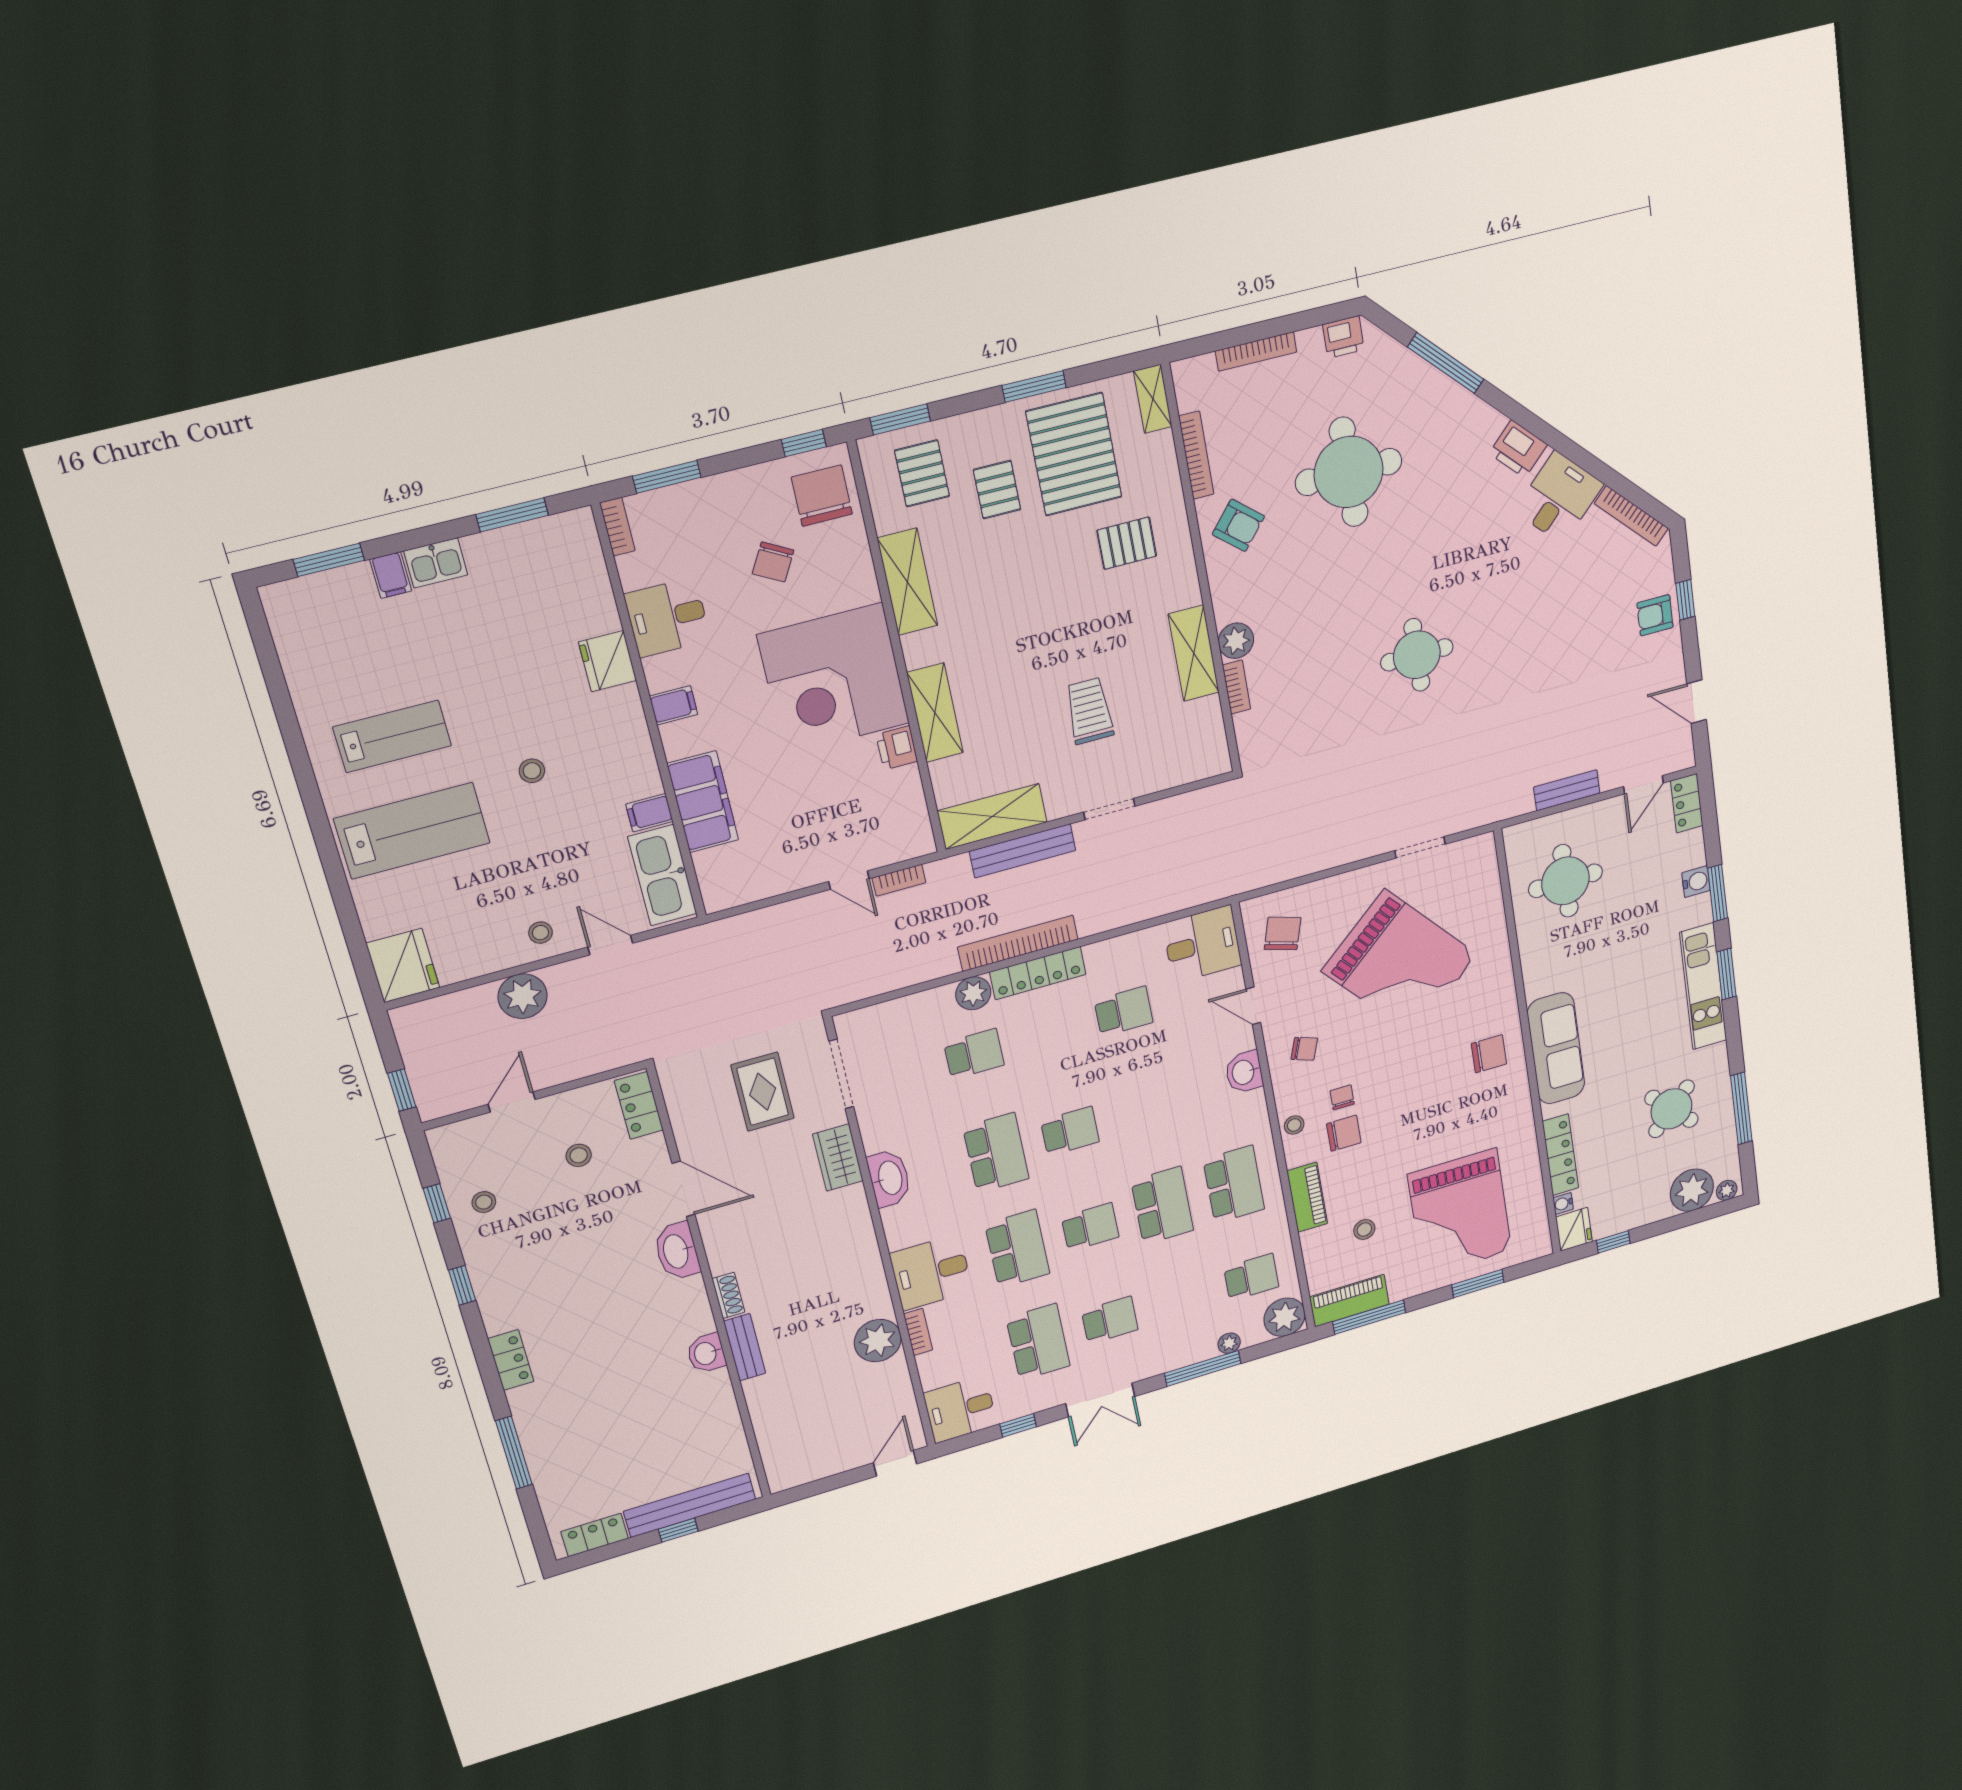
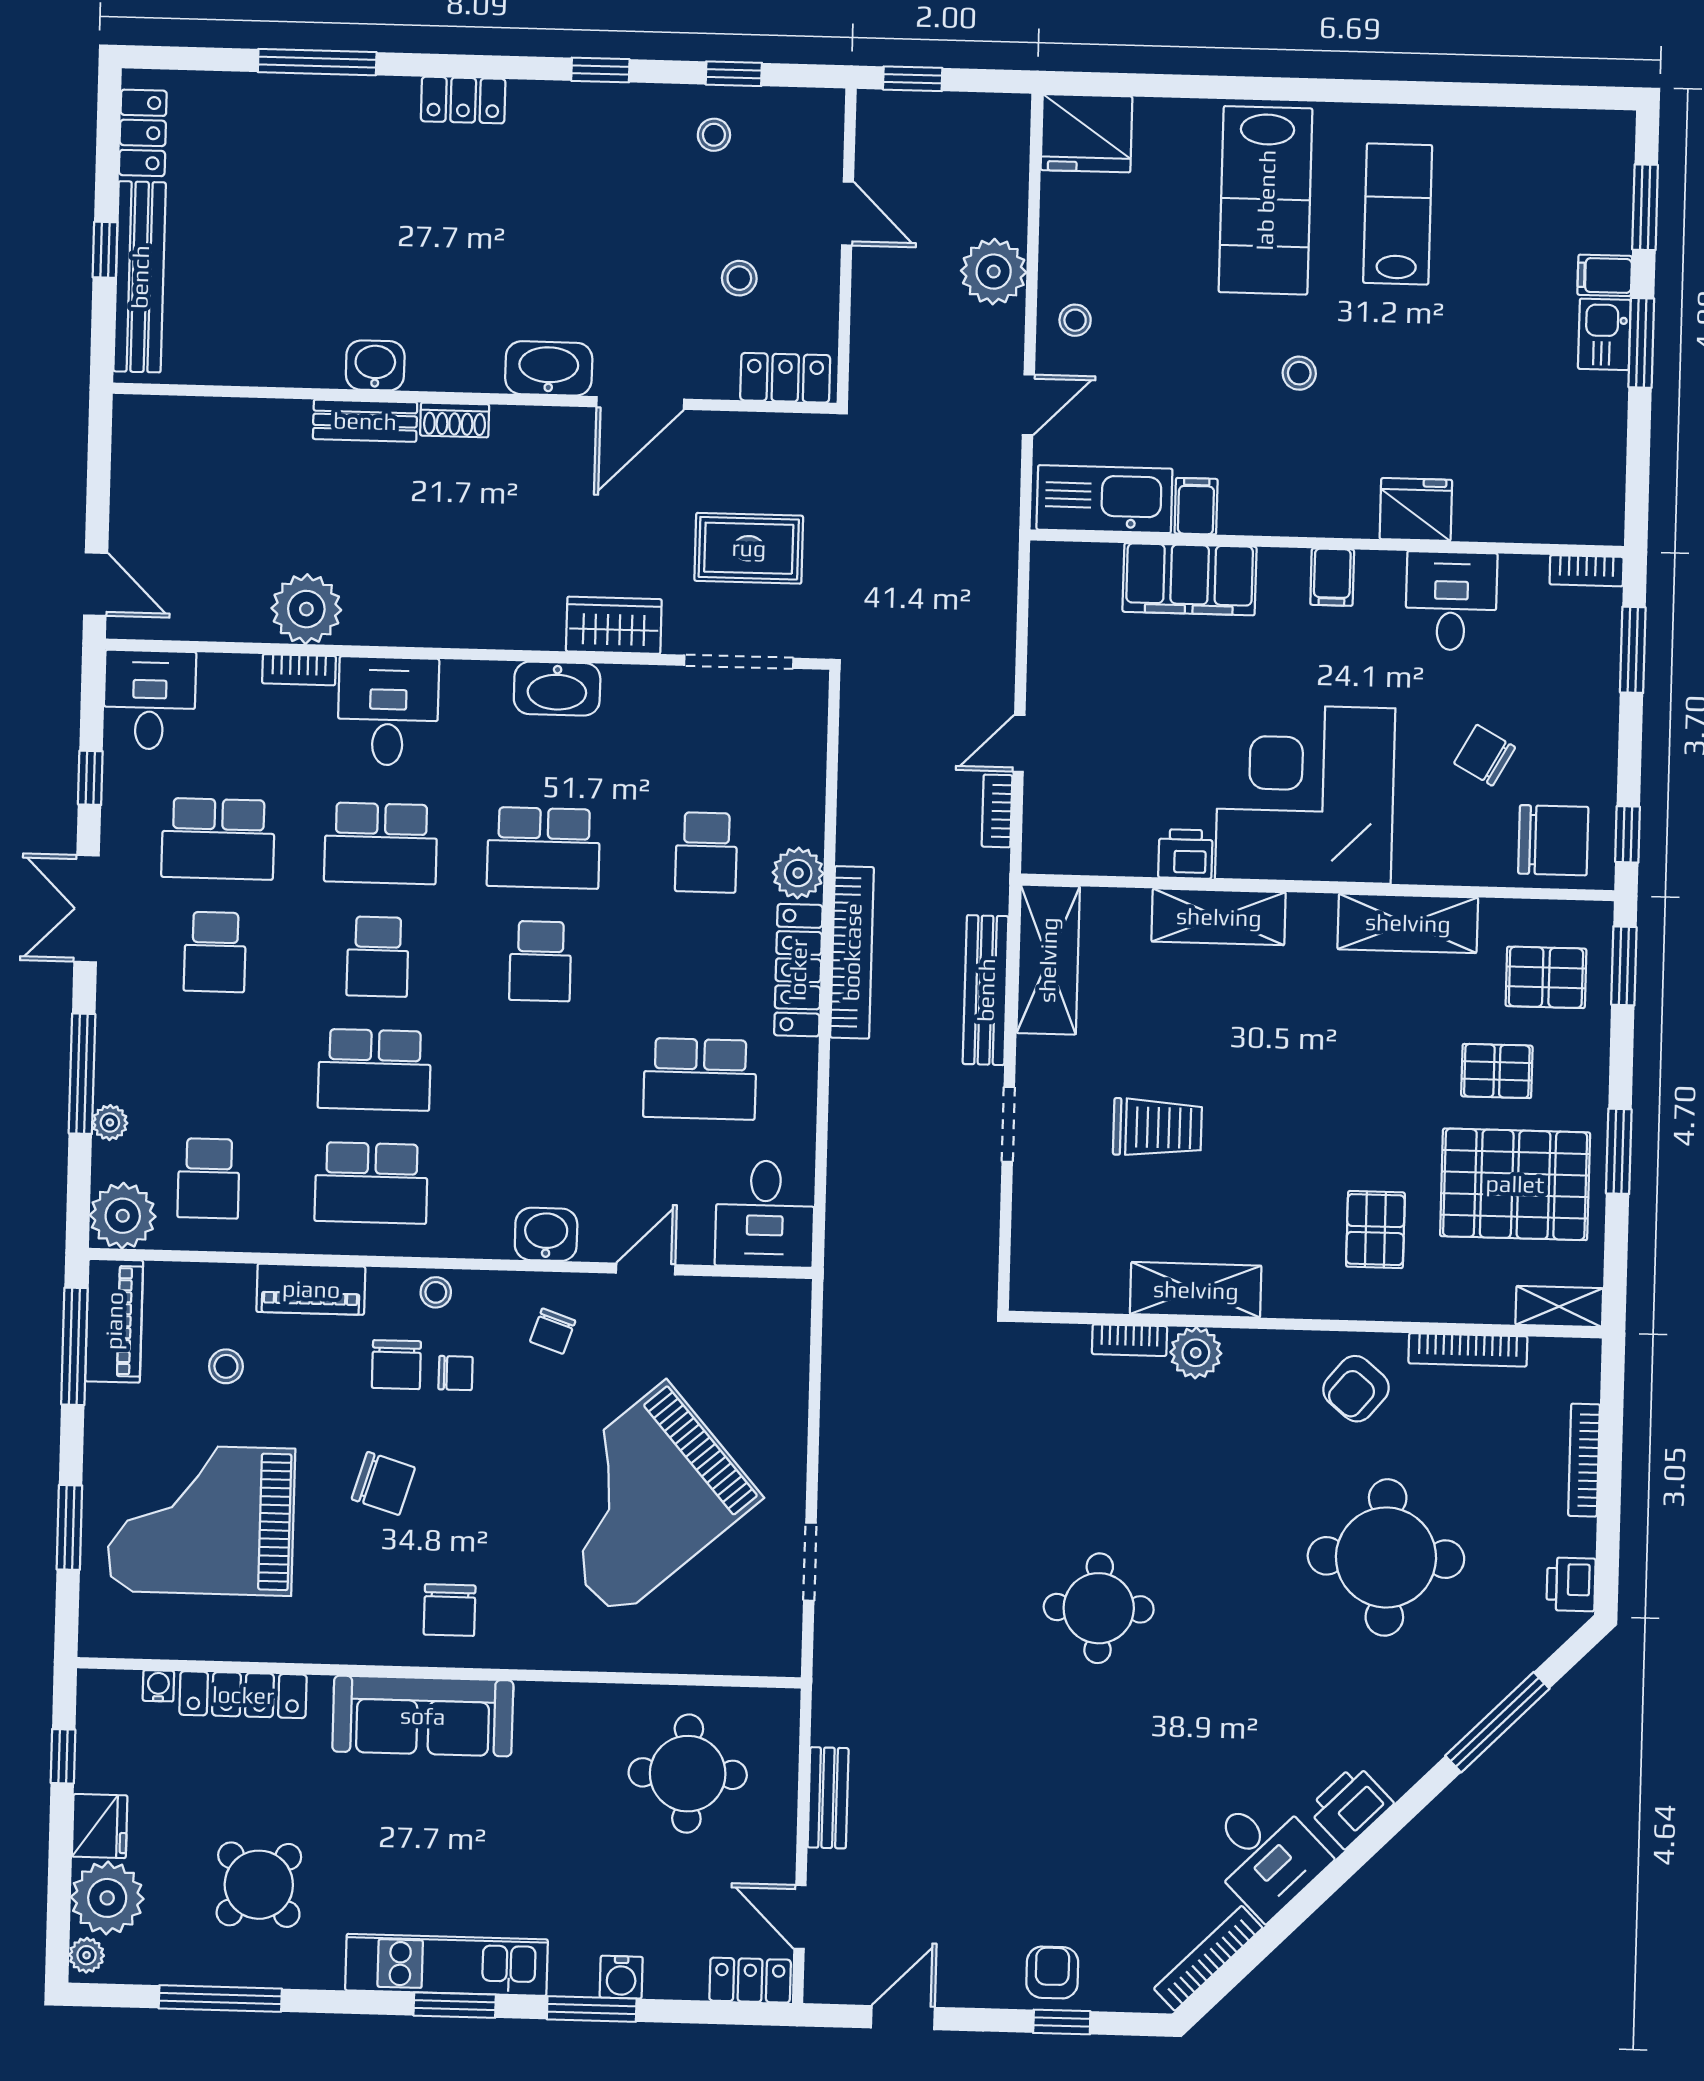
window: (512, 515) -> (1641, 343), moved
lab bench: (392, 736) -> (1398, 214), turned 180
chair: (1283, 933) -> (383, 1483), moved
school desk: (1124, 1011) -> (700, 1079), width x1.85
fridge: (1574, 1229) -> (100, 1826), moved, turned -90

